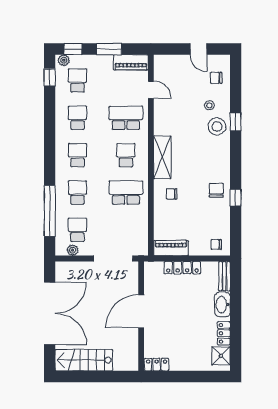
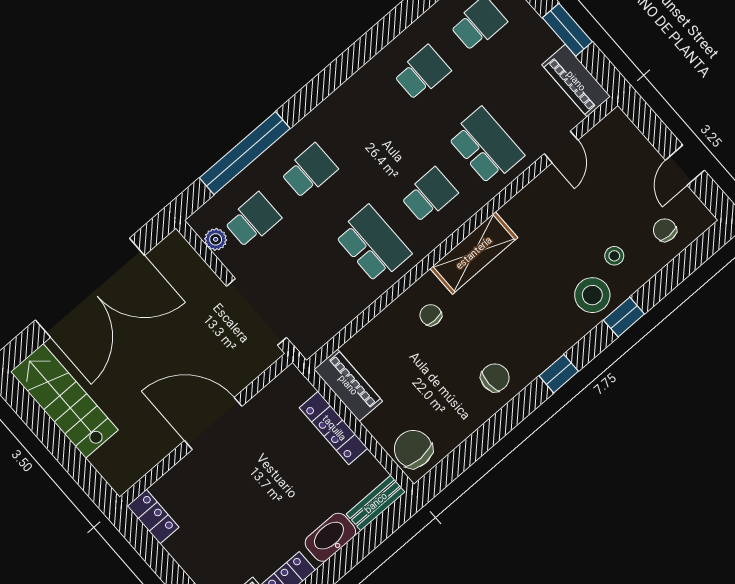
school desk: (77, 155) -> (366, 122), removed
window: (236, 198) -> (559, 374), moved
chair: (216, 244) -> (413, 449), width x1.87, depth x1.87

